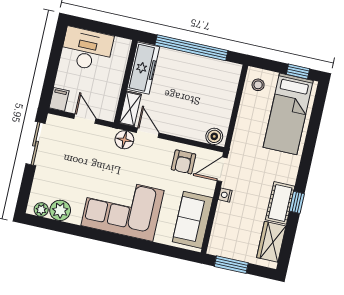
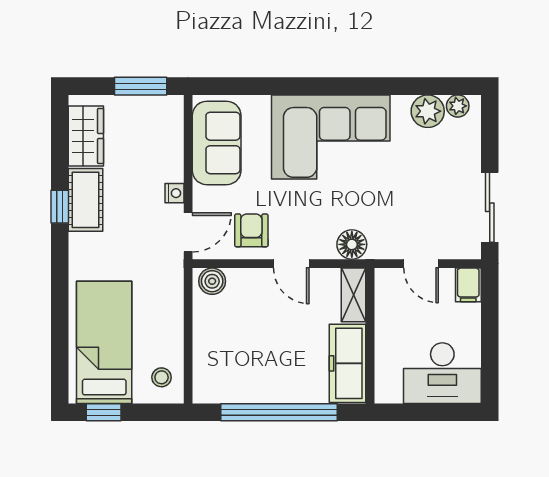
door: (148, 133) -> (291, 264), moved

